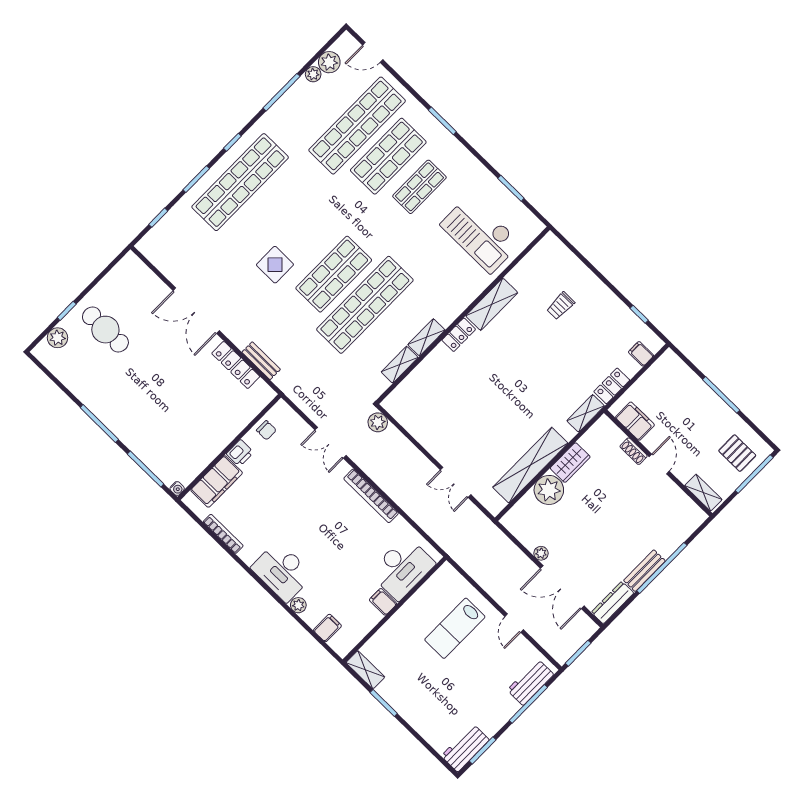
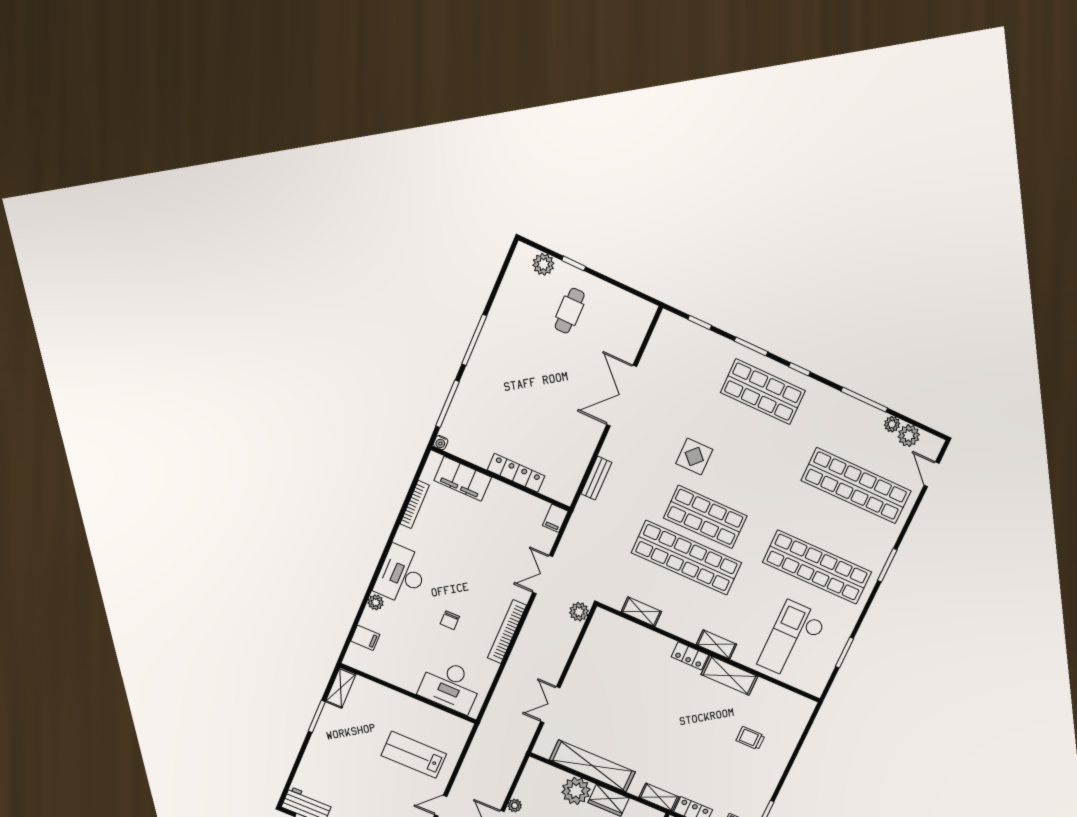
shop shelf: (388, 156) -> (837, 527), removed
shop shelf: (240, 182) -> (763, 392), width x0.71
shop shelf: (419, 187) -> (817, 567), width x2.00, depth x1.36
cafe table: (105, 330) -> (570, 311), width x0.73, depth x0.74
shelving: (426, 337) -> (716, 644), moved
locker: (236, 365) -> (516, 473), moved, turned 90
chair: (266, 430) -> (450, 620), moved
printer: (240, 453) -> (499, 491), removed
filing cabinet: (383, 602) -> (555, 518), moved, turned 180

